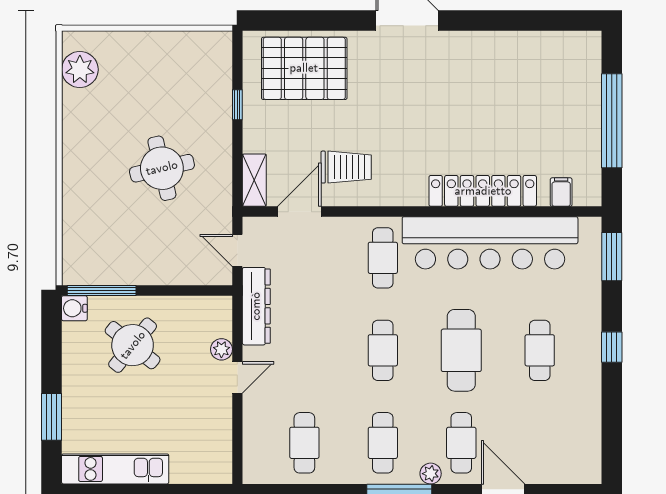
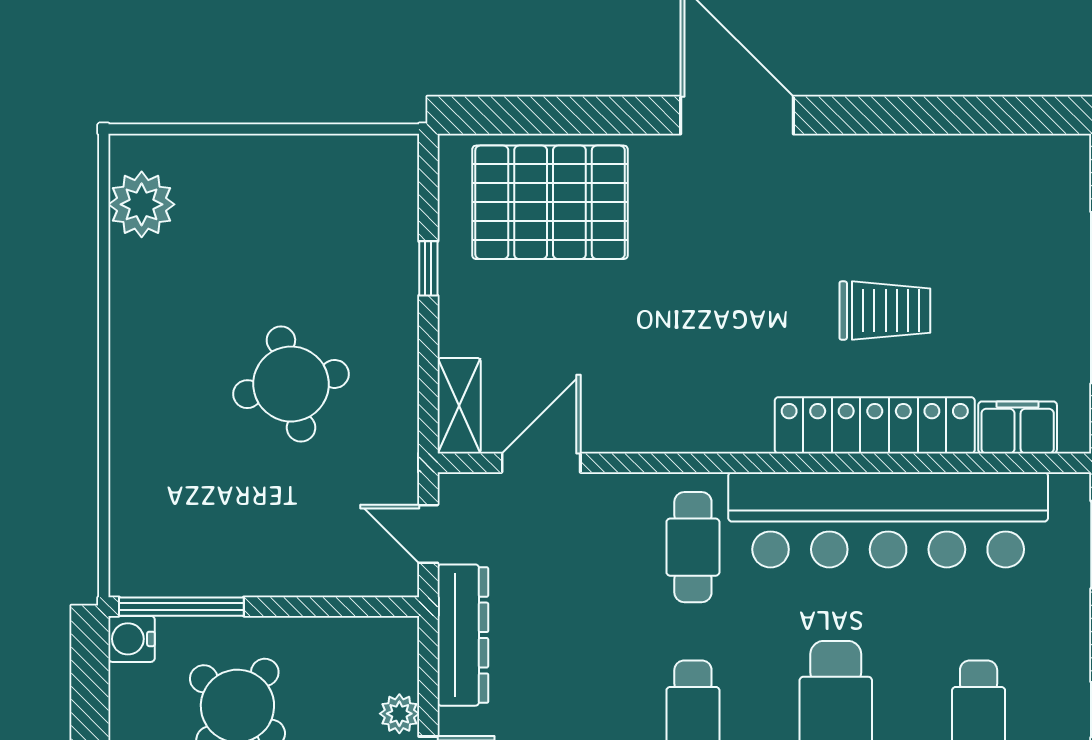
trolley: (346, 167) -> (885, 311), moved
filing cabinet: (561, 192) -> (1018, 427), width x2.00

